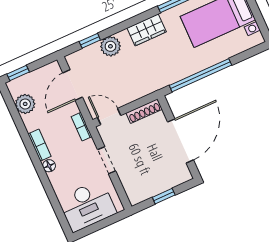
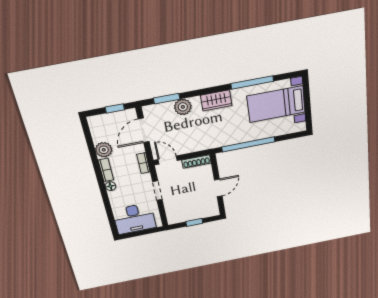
window: (90, 41) -> (167, 99), width x1.50
window: (18, 73) -> (115, 108), moved
plant: (25, 104) -> (104, 150), moved
door: (181, 141) -> (218, 188), width x0.53

